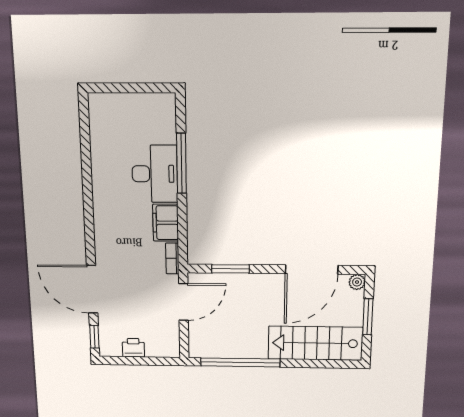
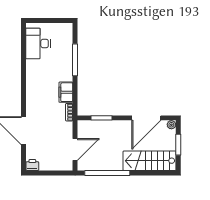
desk: (155, 174) -> (38, 44), moved, turned 180
door: (183, 302) -> (75, 150), moved
window: (94, 337) -> (23, 159), removed
printer: (133, 348) -> (32, 165), moved

